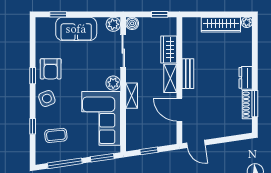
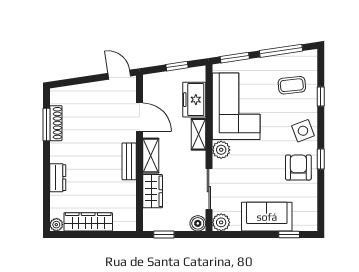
dresser: (246, 78) -> (58, 178), moved
freezer: (135, 124) -> (194, 100), added

